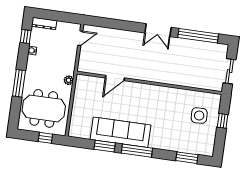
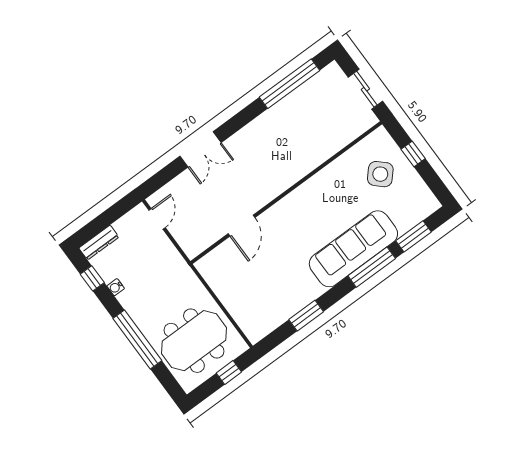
double door: (158, 30) -> (200, 149), moved
plant: (69, 80) -> (191, 280), removed
window: (19, 83) -> (137, 340), width x1.46
side table: (199, 116) -> (380, 174), turned 45
sofa: (120, 132) -> (353, 249), moved
window: (137, 151) -> (372, 267), moved

